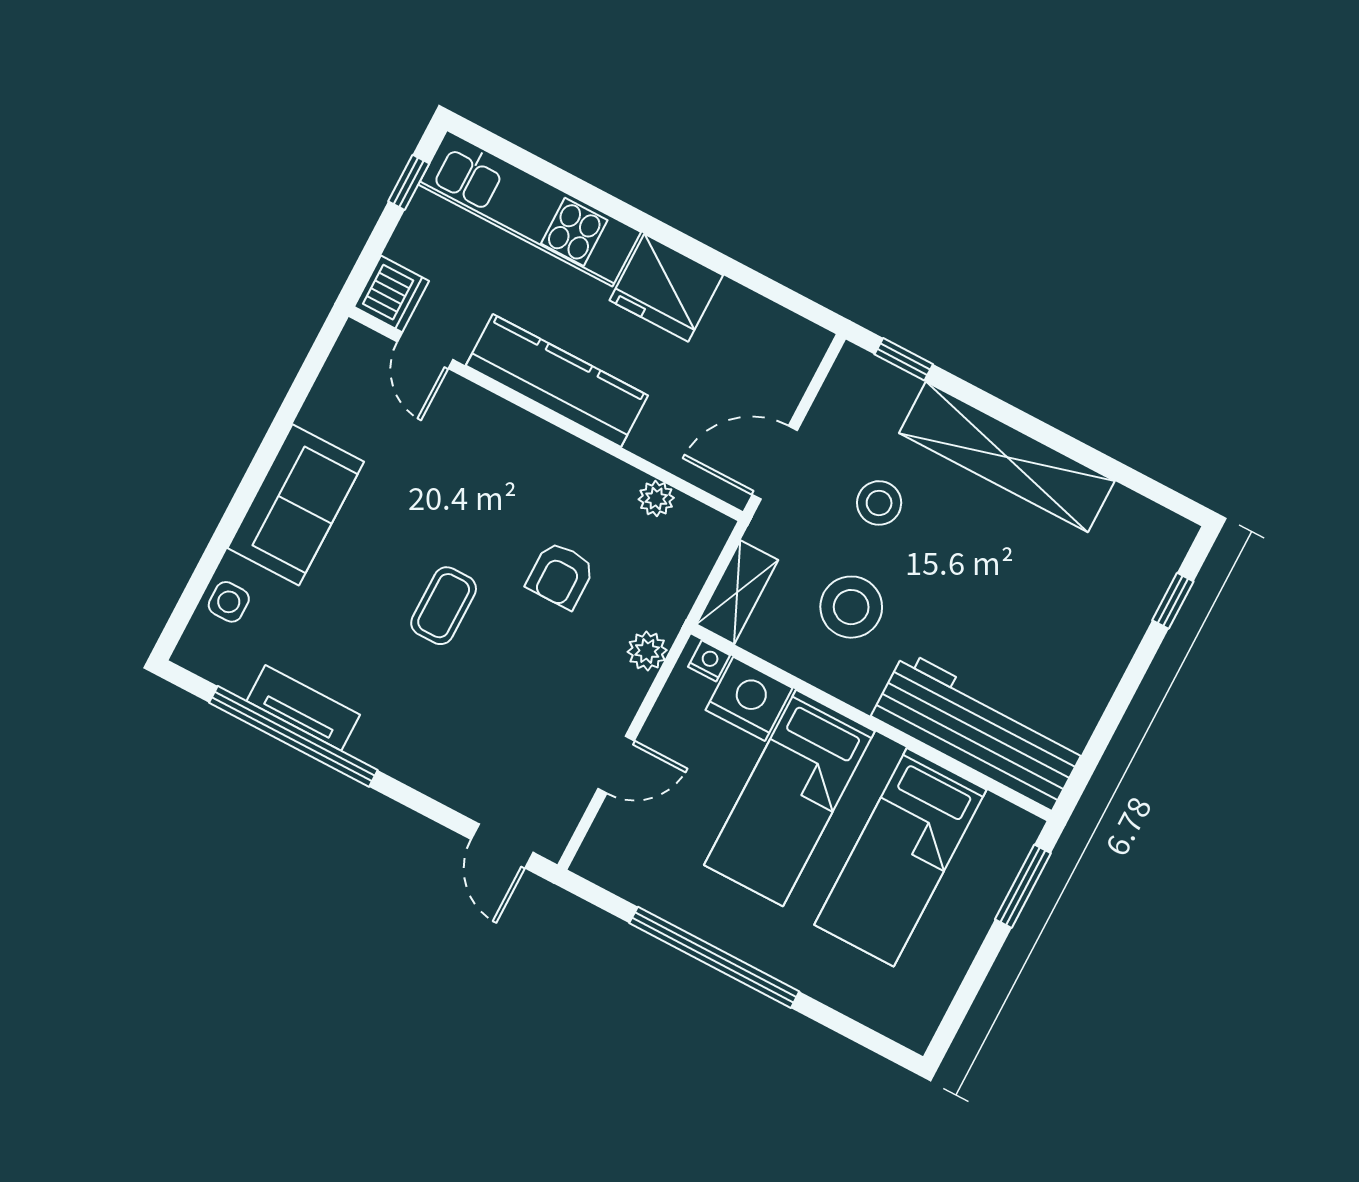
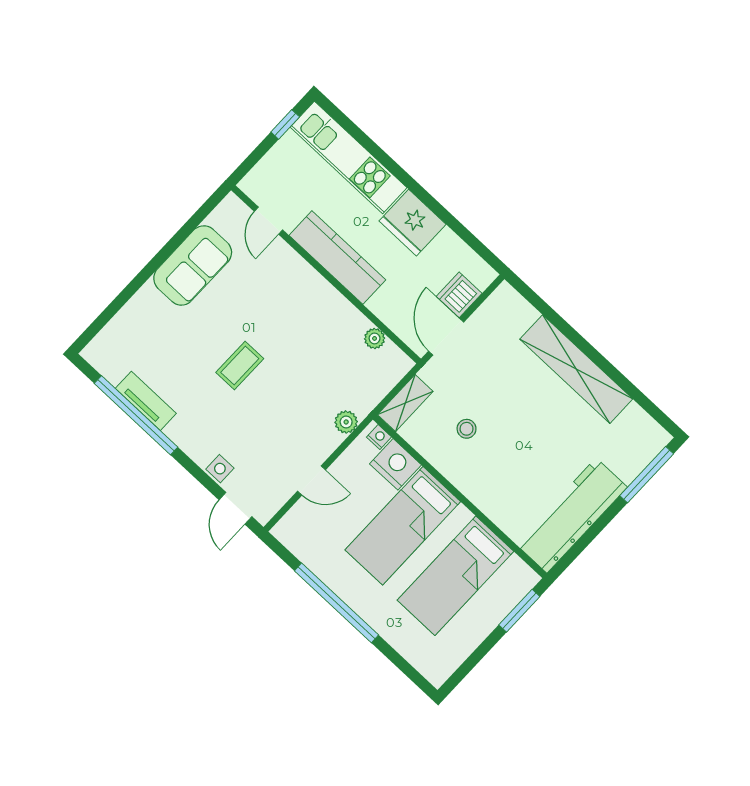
dishwasher: (391, 294) -> (459, 295), moved, turned 180
window: (904, 359) -> (534, 299), removed
door: (775, 463) -> (446, 337), hinge flipped
stool: (879, 503) -> (498, 375), removed
sofa: (296, 505) -> (193, 265), moved
armchair: (561, 575) -> (310, 367), removed
window: (1173, 601) -> (647, 475), width x2.17
side table: (229, 602) -> (220, 469), moved
stool: (851, 607) -> (467, 429), width x0.53, depth x0.53
workbench: (979, 731) -> (572, 515), moved, turned -90

